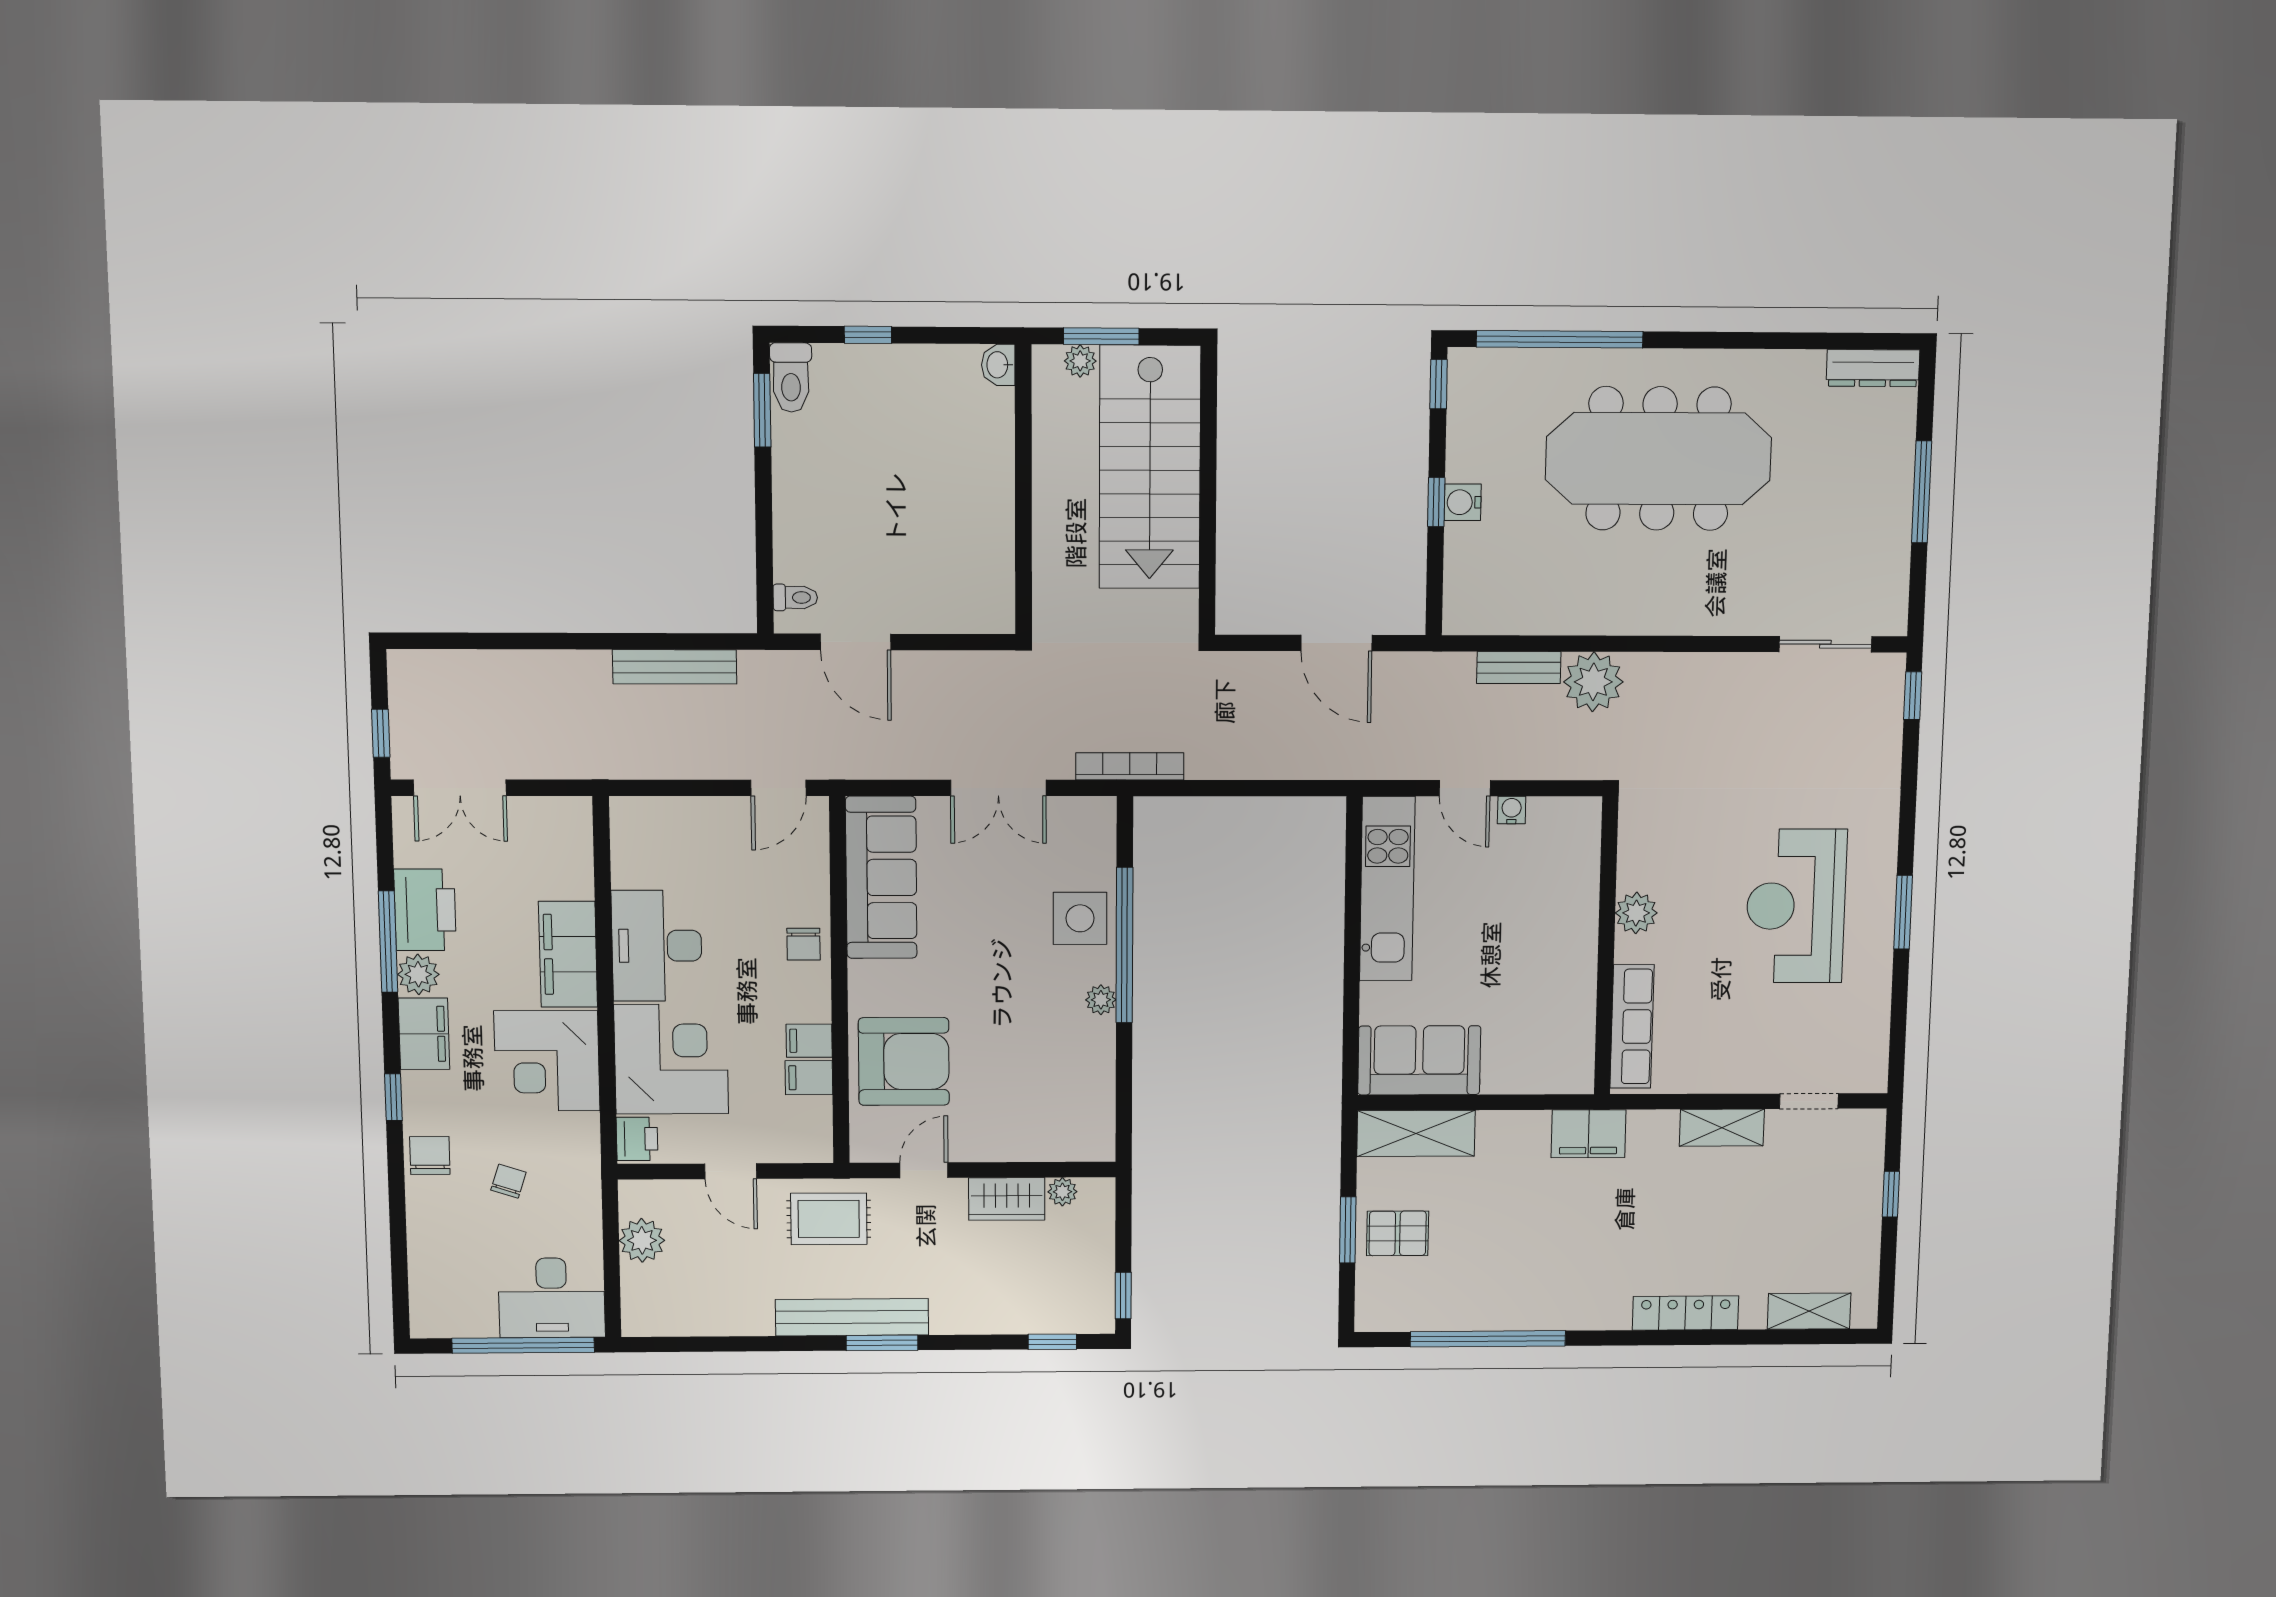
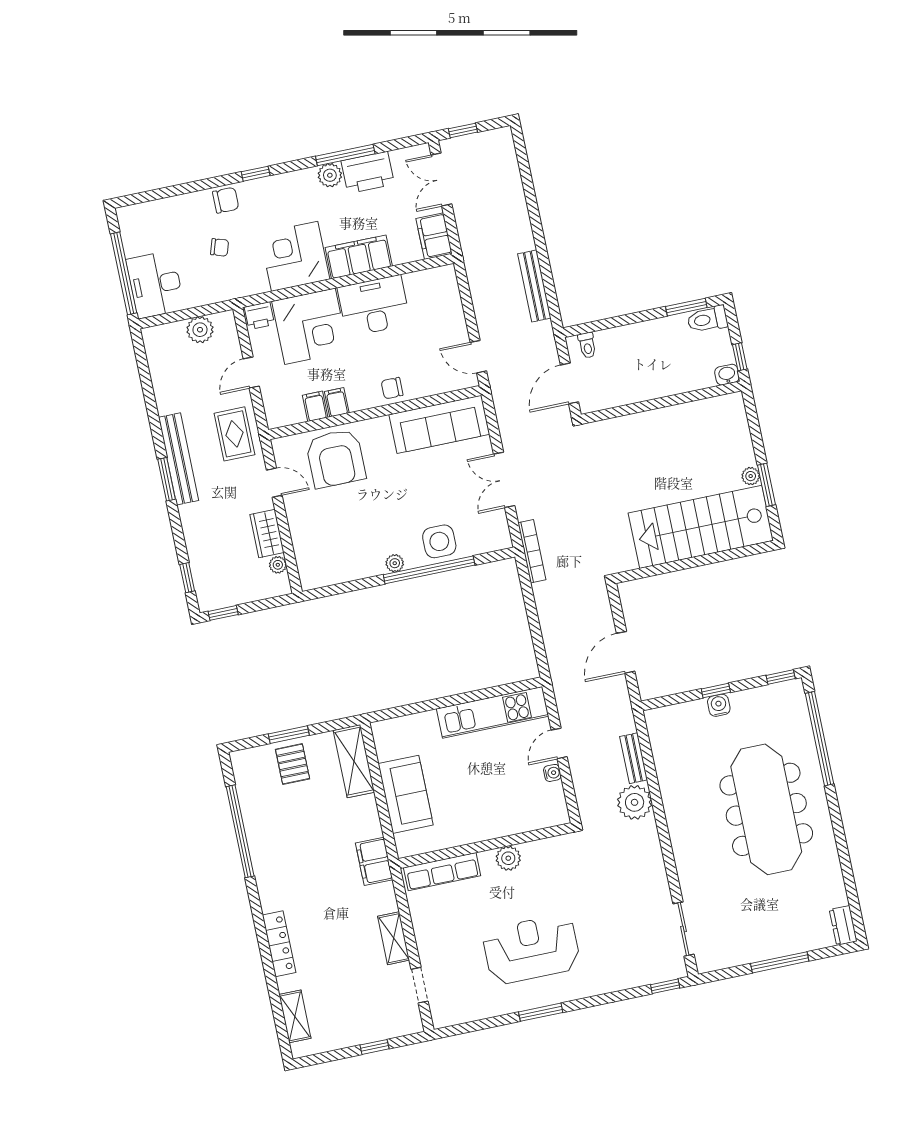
washbasin: (998, 365) -> (727, 375), moved
dresser: (1873, 368) -> (843, 925), width x0.70
wall: (1023, 490) -> (661, 403), moved
filing cabinet: (424, 1034) -> (434, 236), moved, turned 90
sofa: (1419, 1060) -> (406, 794), moved

